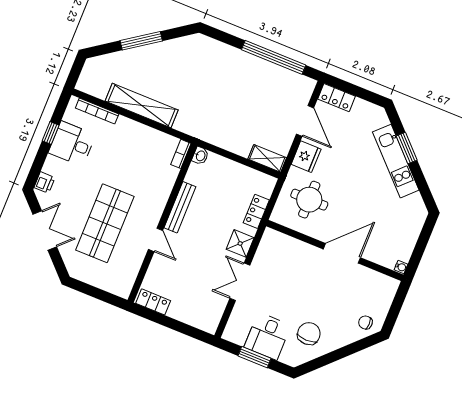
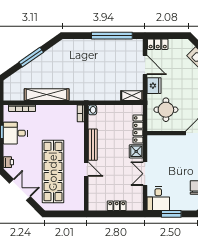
locker: (256, 211) -> (138, 129), width x1.53
shop shelf: (105, 223) -> (53, 171), width x1.40
locker: (153, 302) -> (117, 206), moved
desk: (267, 336) -> (158, 199), moved

